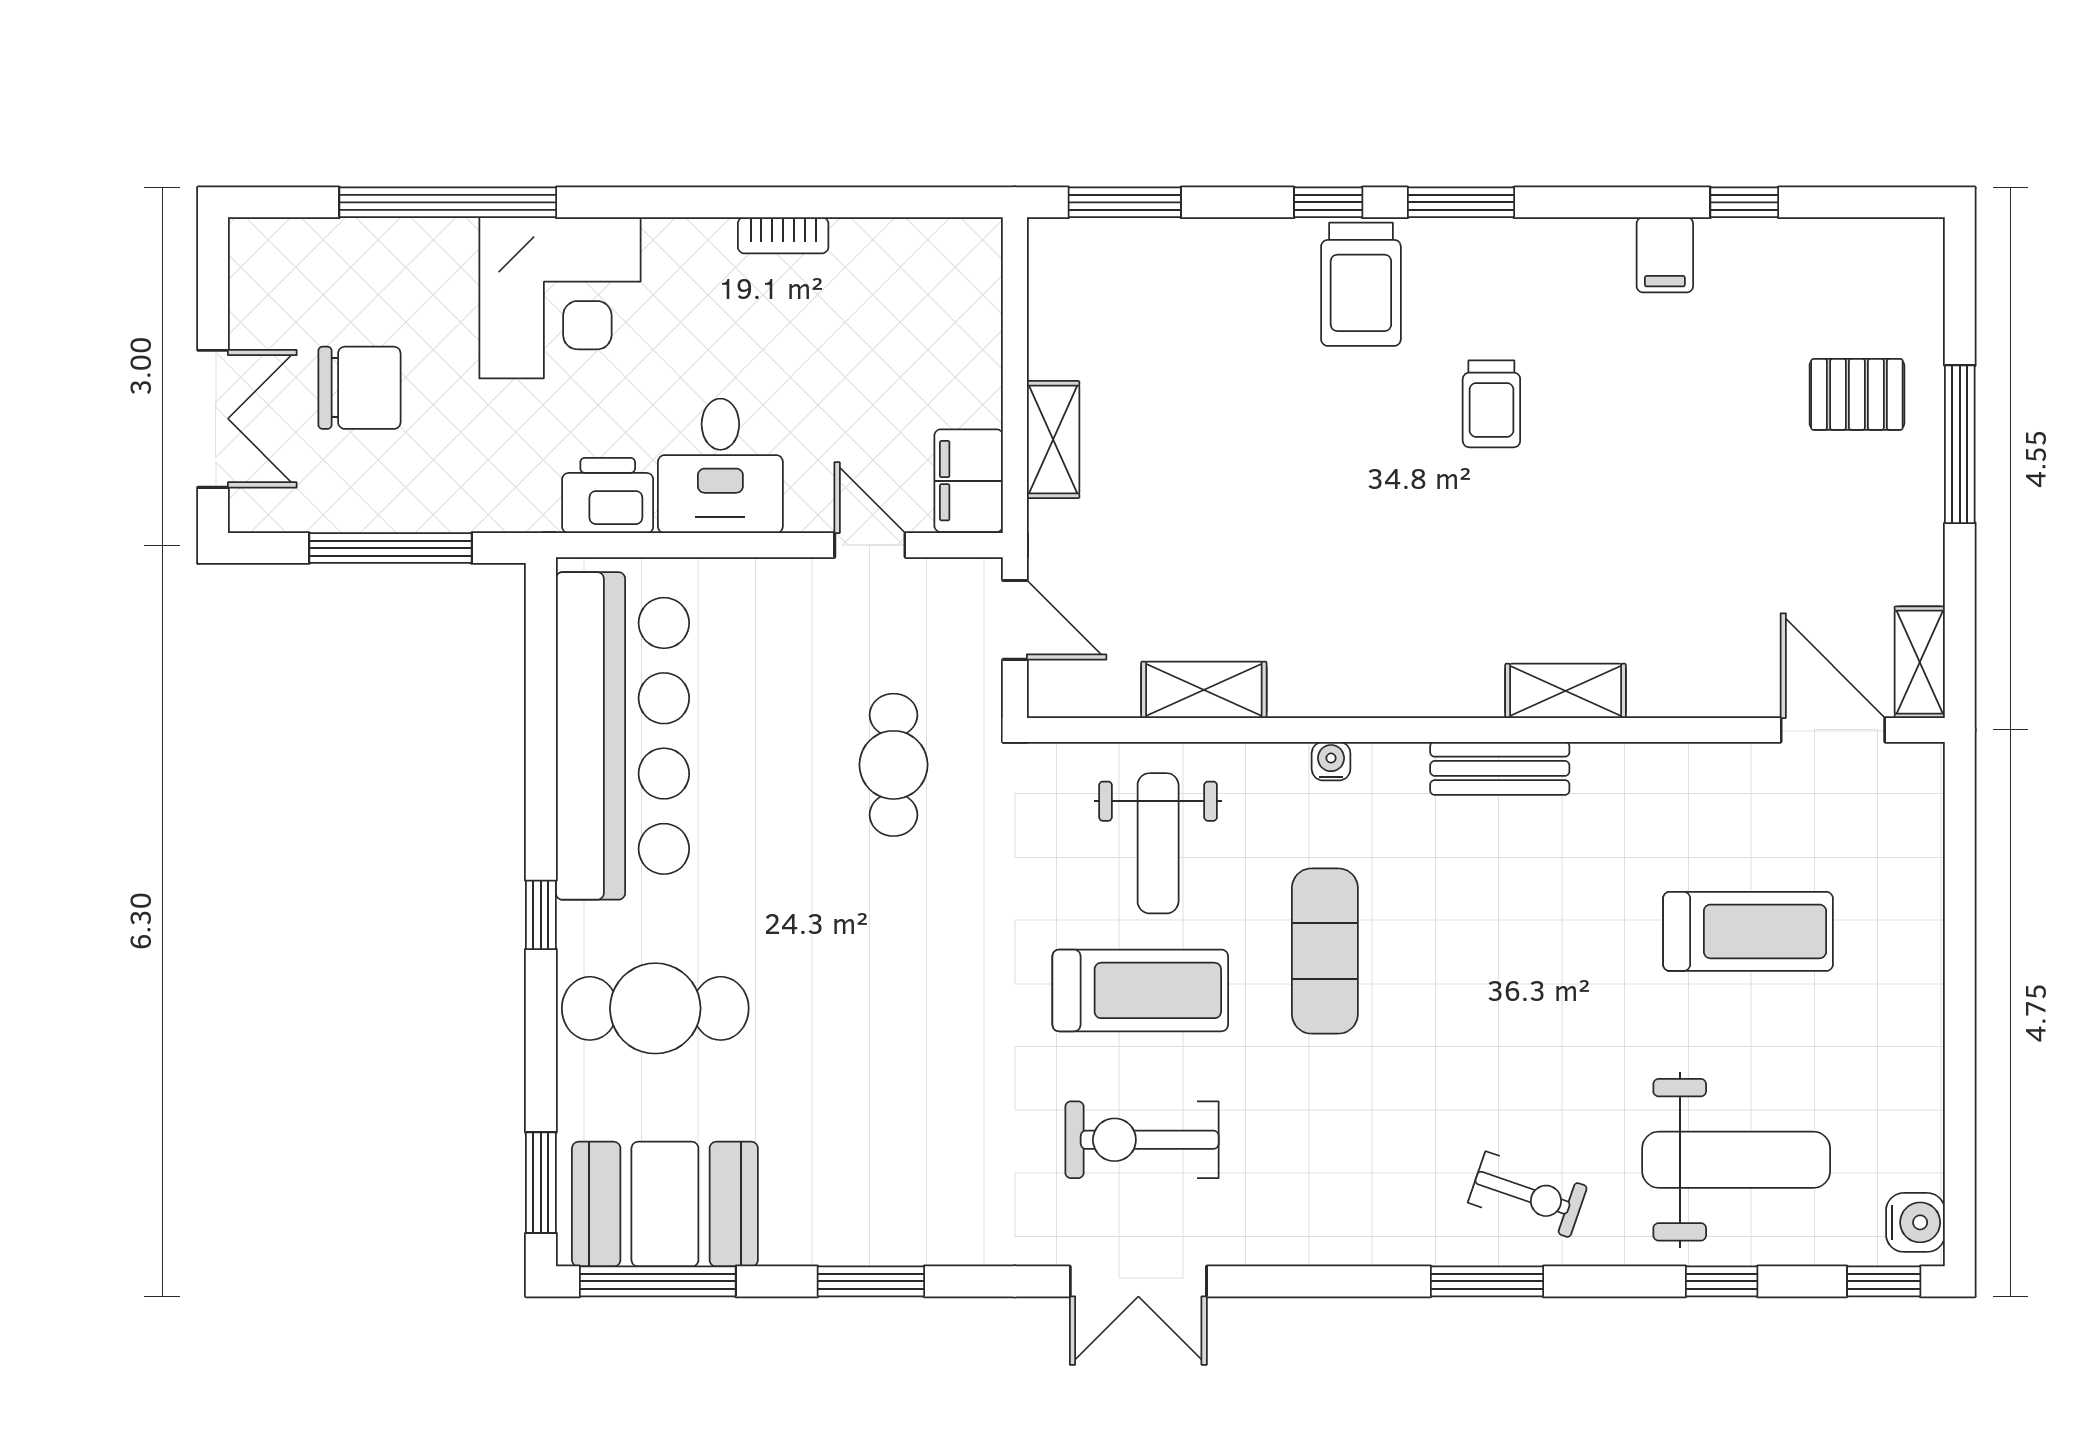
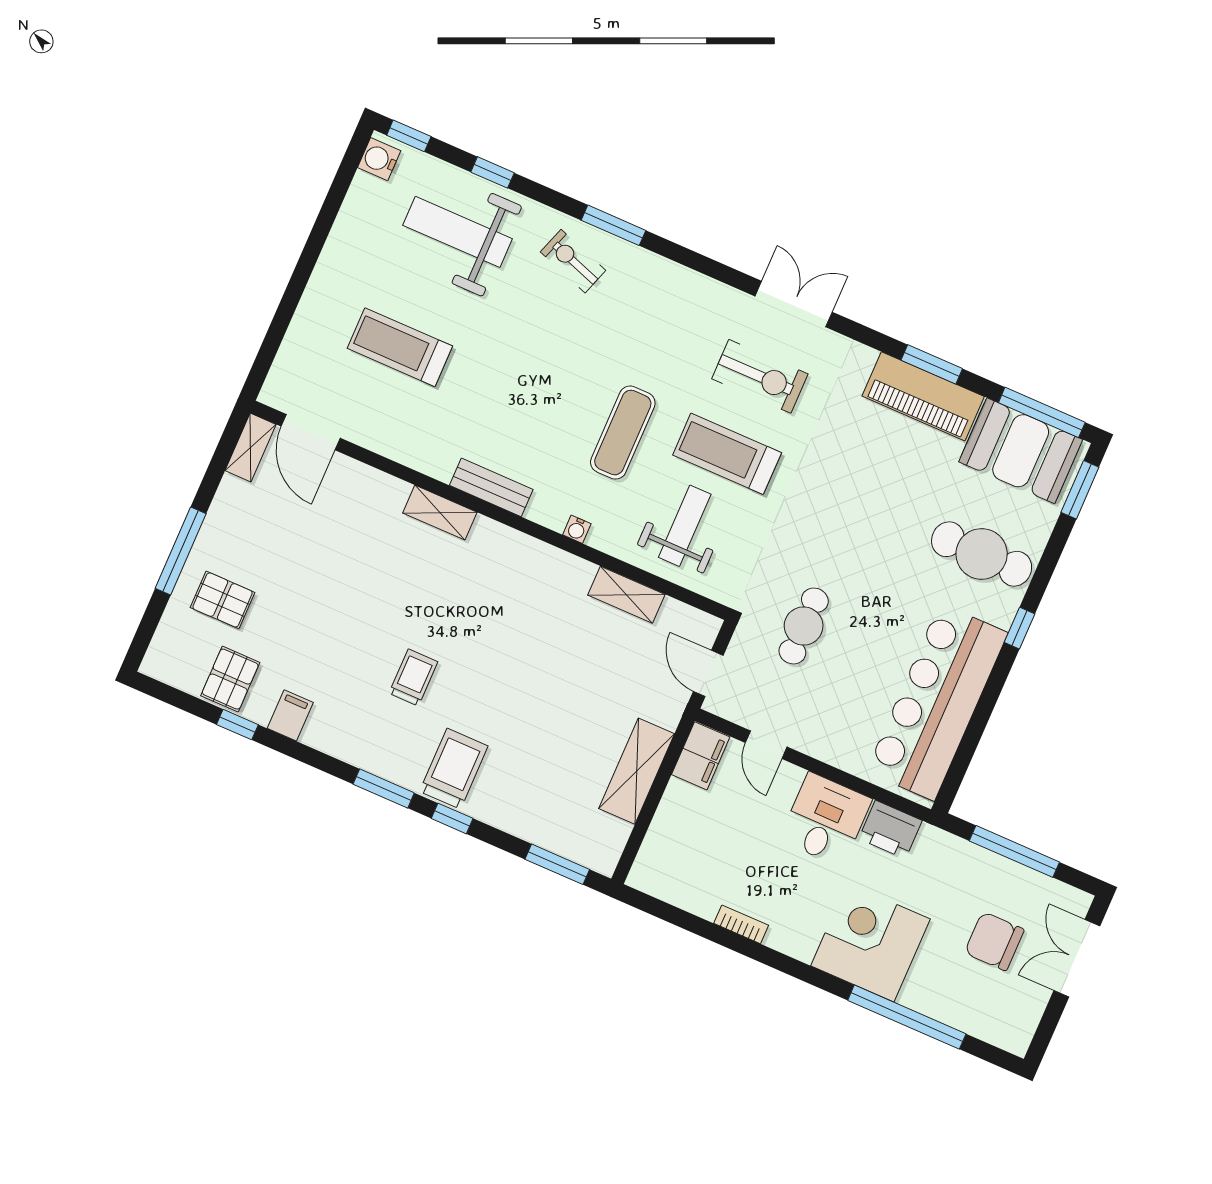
pallet: (1788, 271) -> (230, 679), added
shelving: (1053, 439) -> (637, 771), width x1.50, depth x1.33
piano: (862, 1223) -> (923, 396), added

